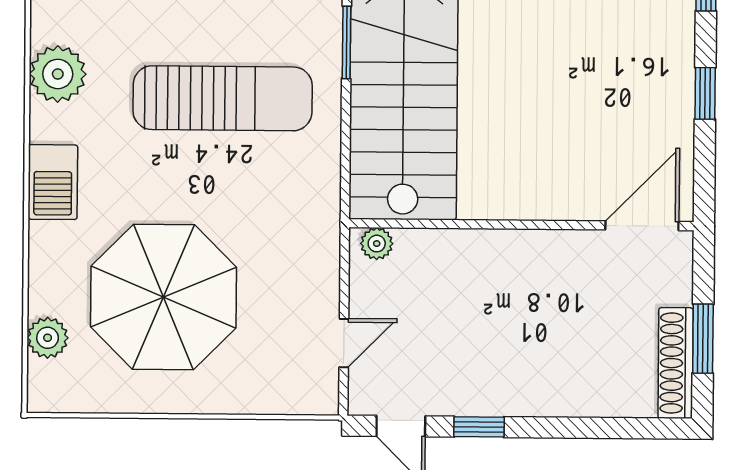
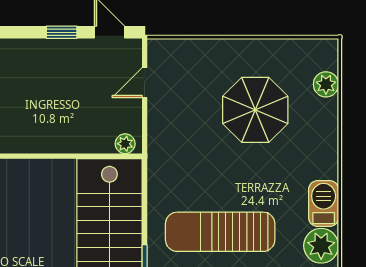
barbecue: (53, 182) -> (324, 204), moved
parasol: (164, 297) -> (255, 110), width x0.73, depth x0.73

